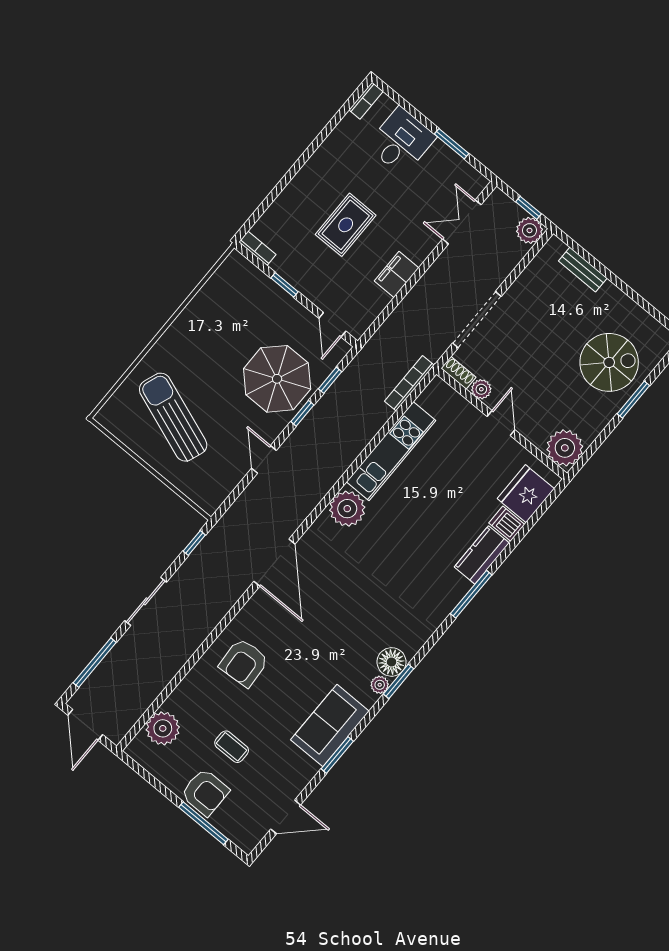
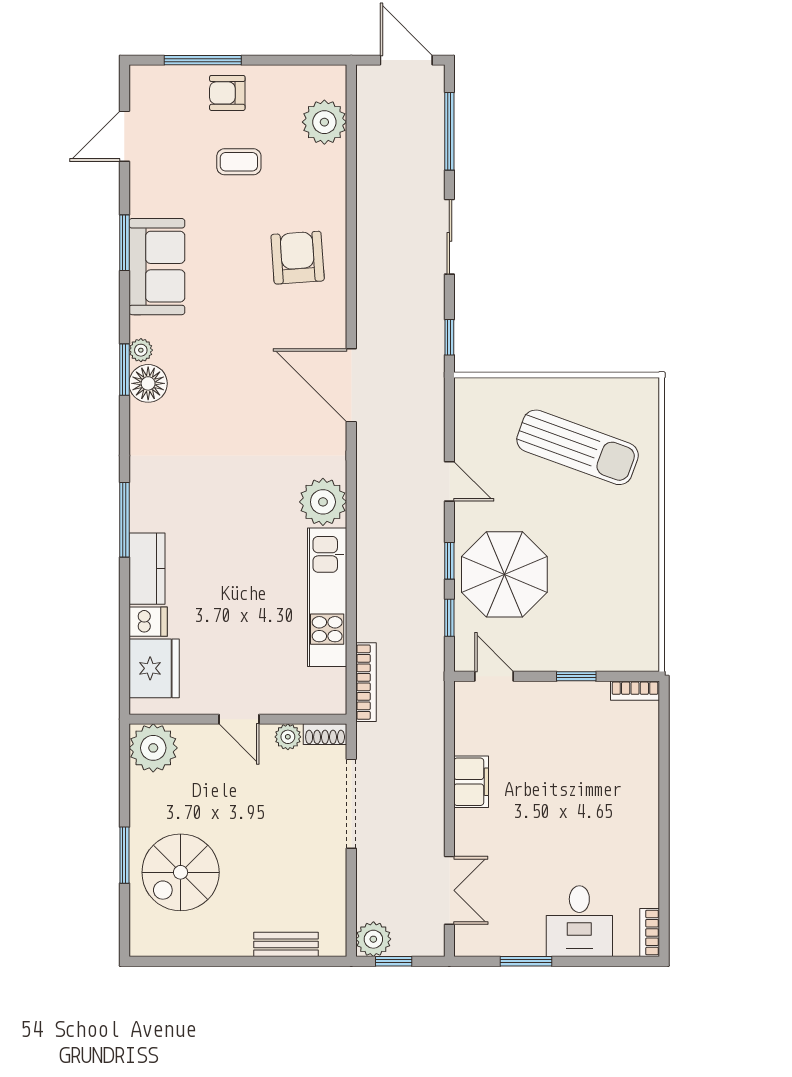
rug: (346, 225) -> (565, 789), removed
armchair: (205, 792) -> (227, 93), width x0.72, depth x0.72

